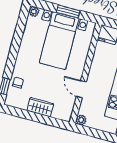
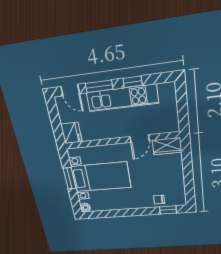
wardrobe: (40, 107) -> (167, 146), moved, turned -90
plant: (81, 120) -> (173, 126), removed

